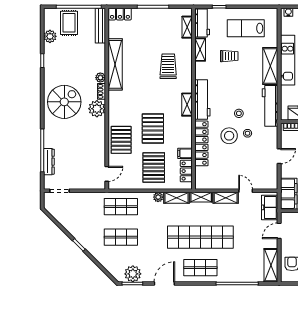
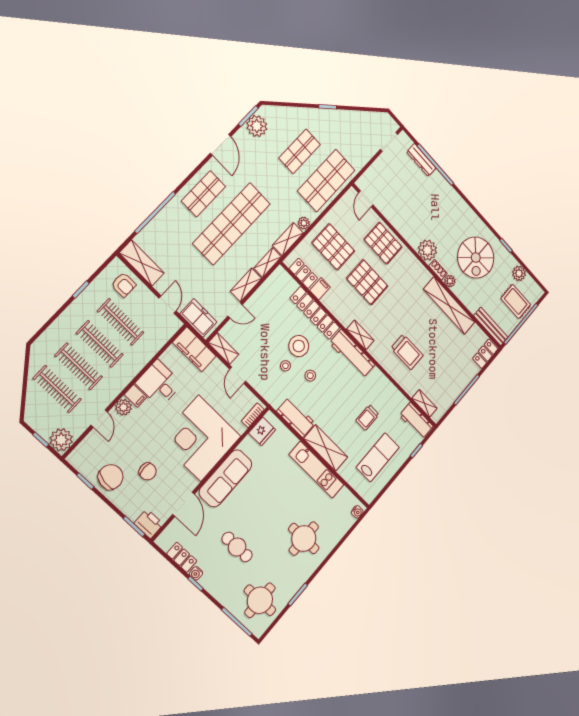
shelving: (200, 50) -> (224, 349), moved
spiral stairs: (64, 102) -> (476, 258), moved
workbench: (270, 106) -> (296, 417), width x0.73
shop shelf: (121, 207) -> (326, 180), width x1.43, depth x1.36

